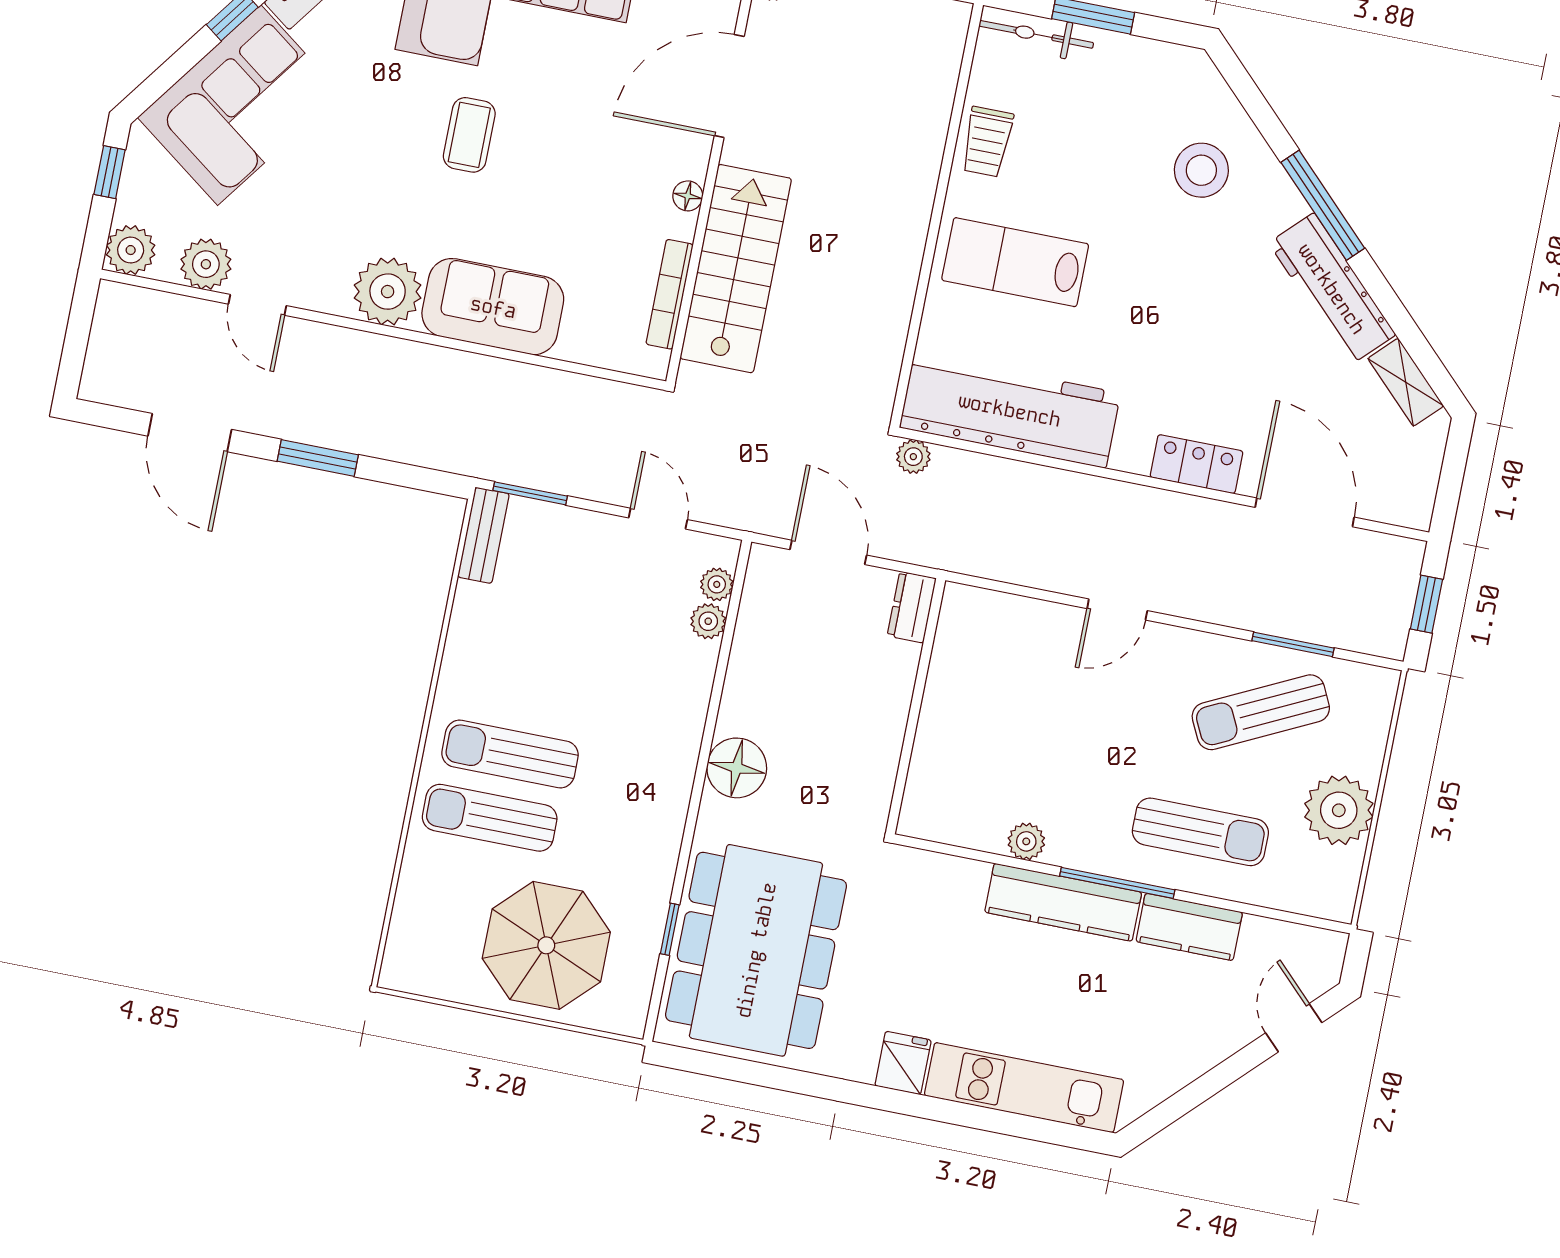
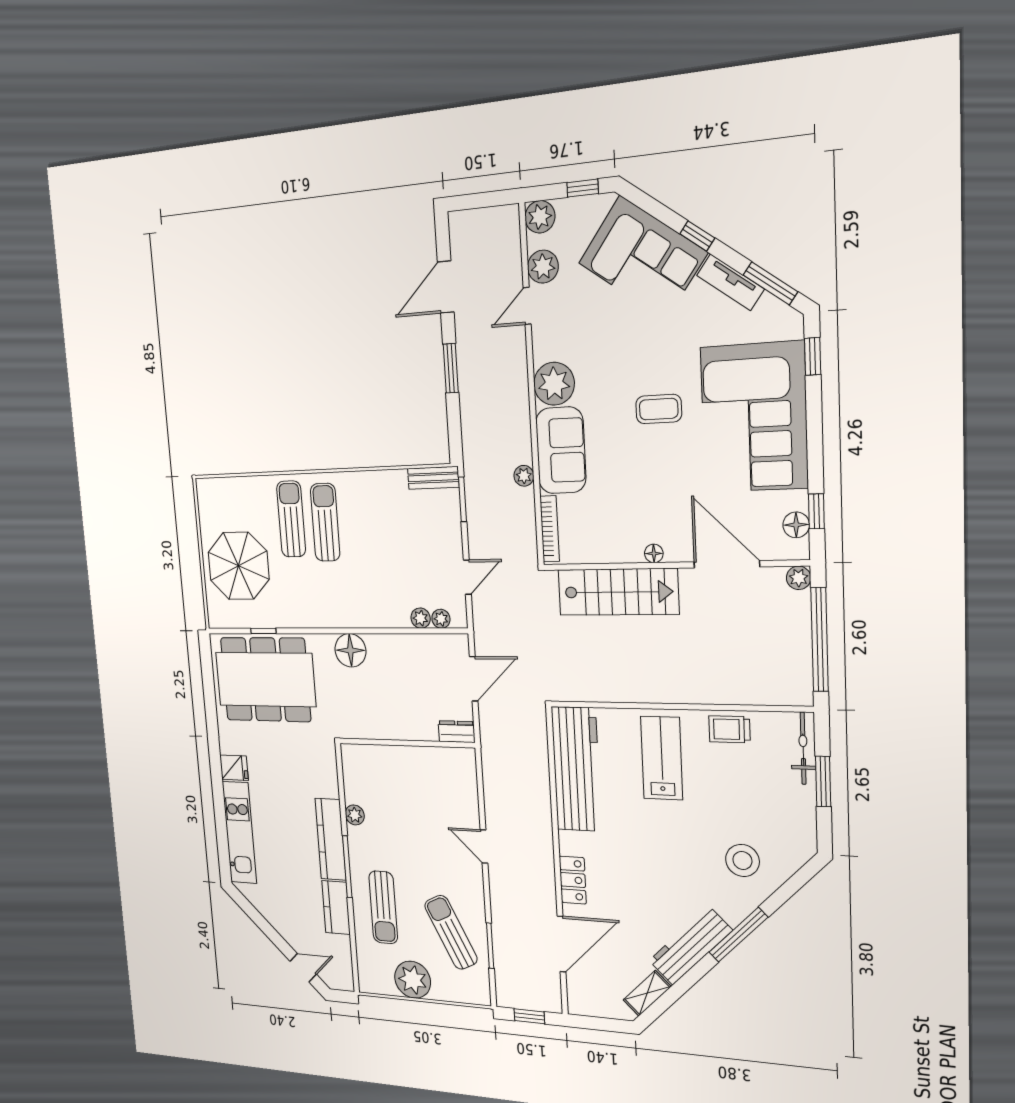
bookcase: (670, 294) -> (550, 529), moved, turned 90
plant: (913, 457) -> (524, 476), moved

